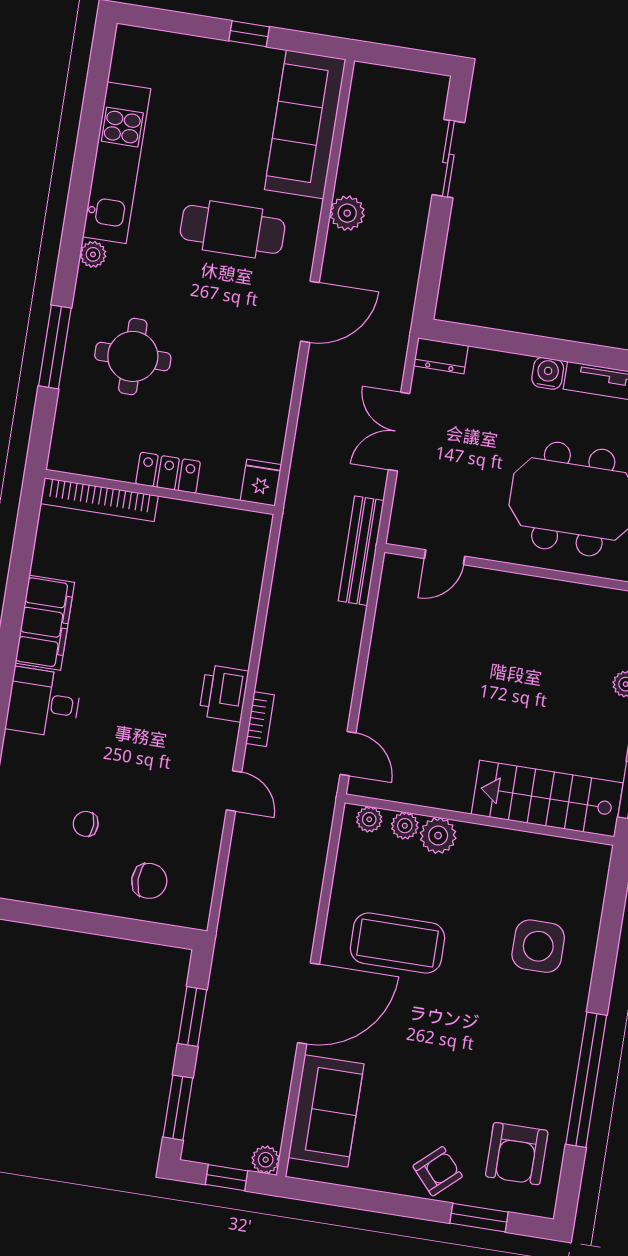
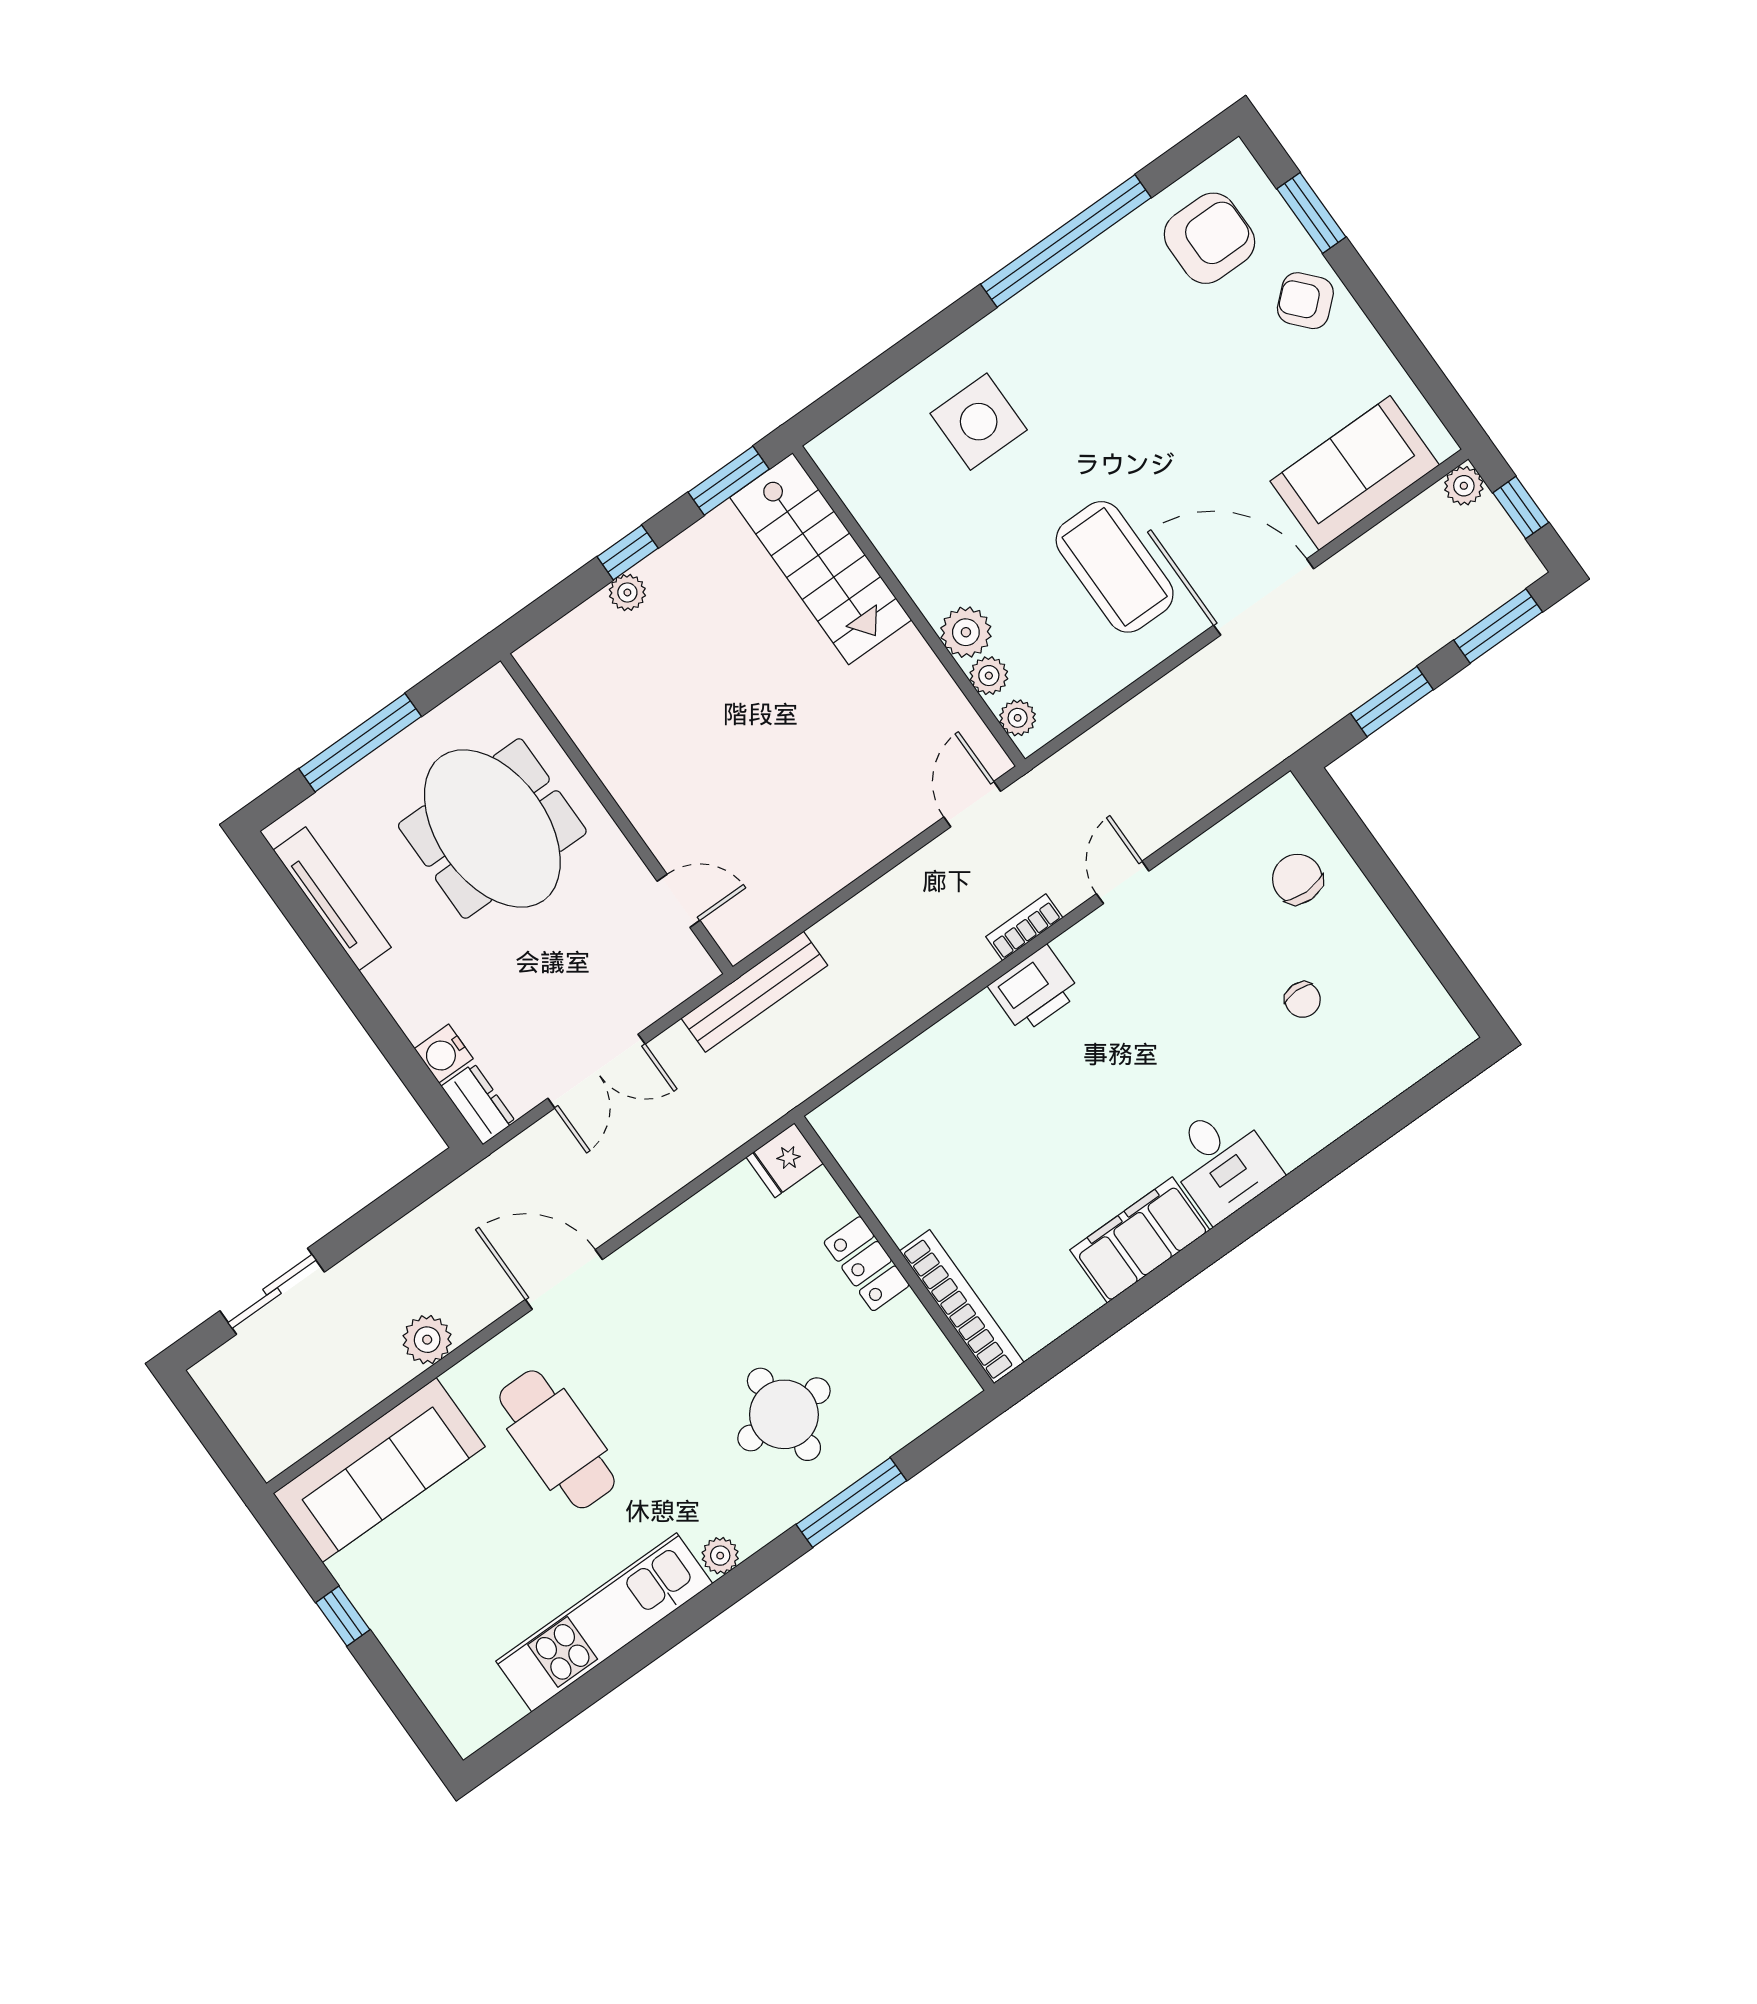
water cooler: (548, 373) -> (444, 1054), moved

